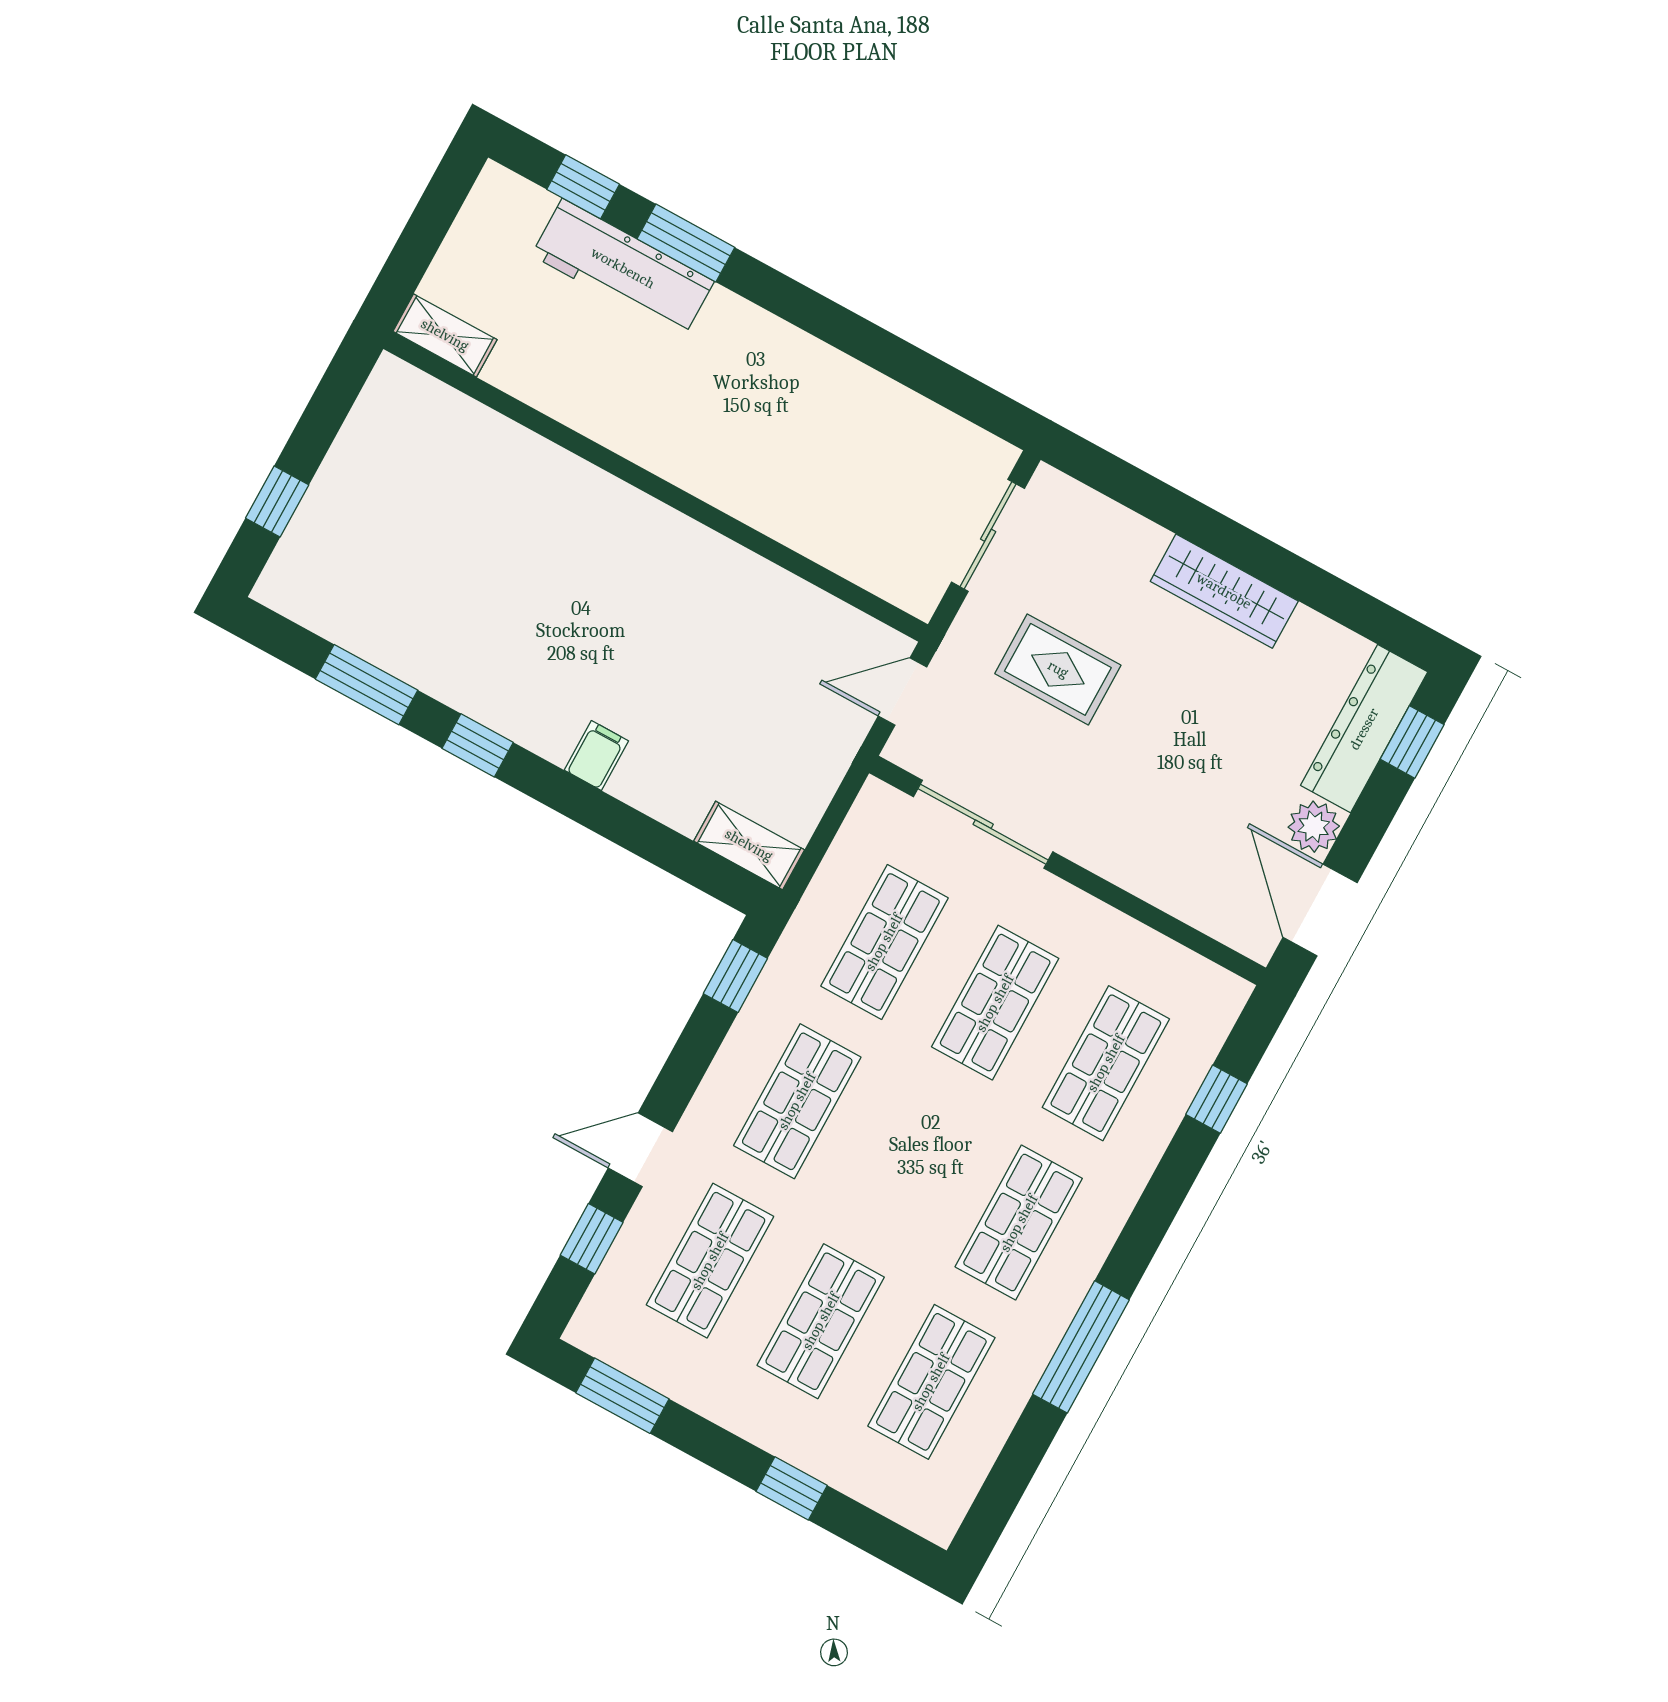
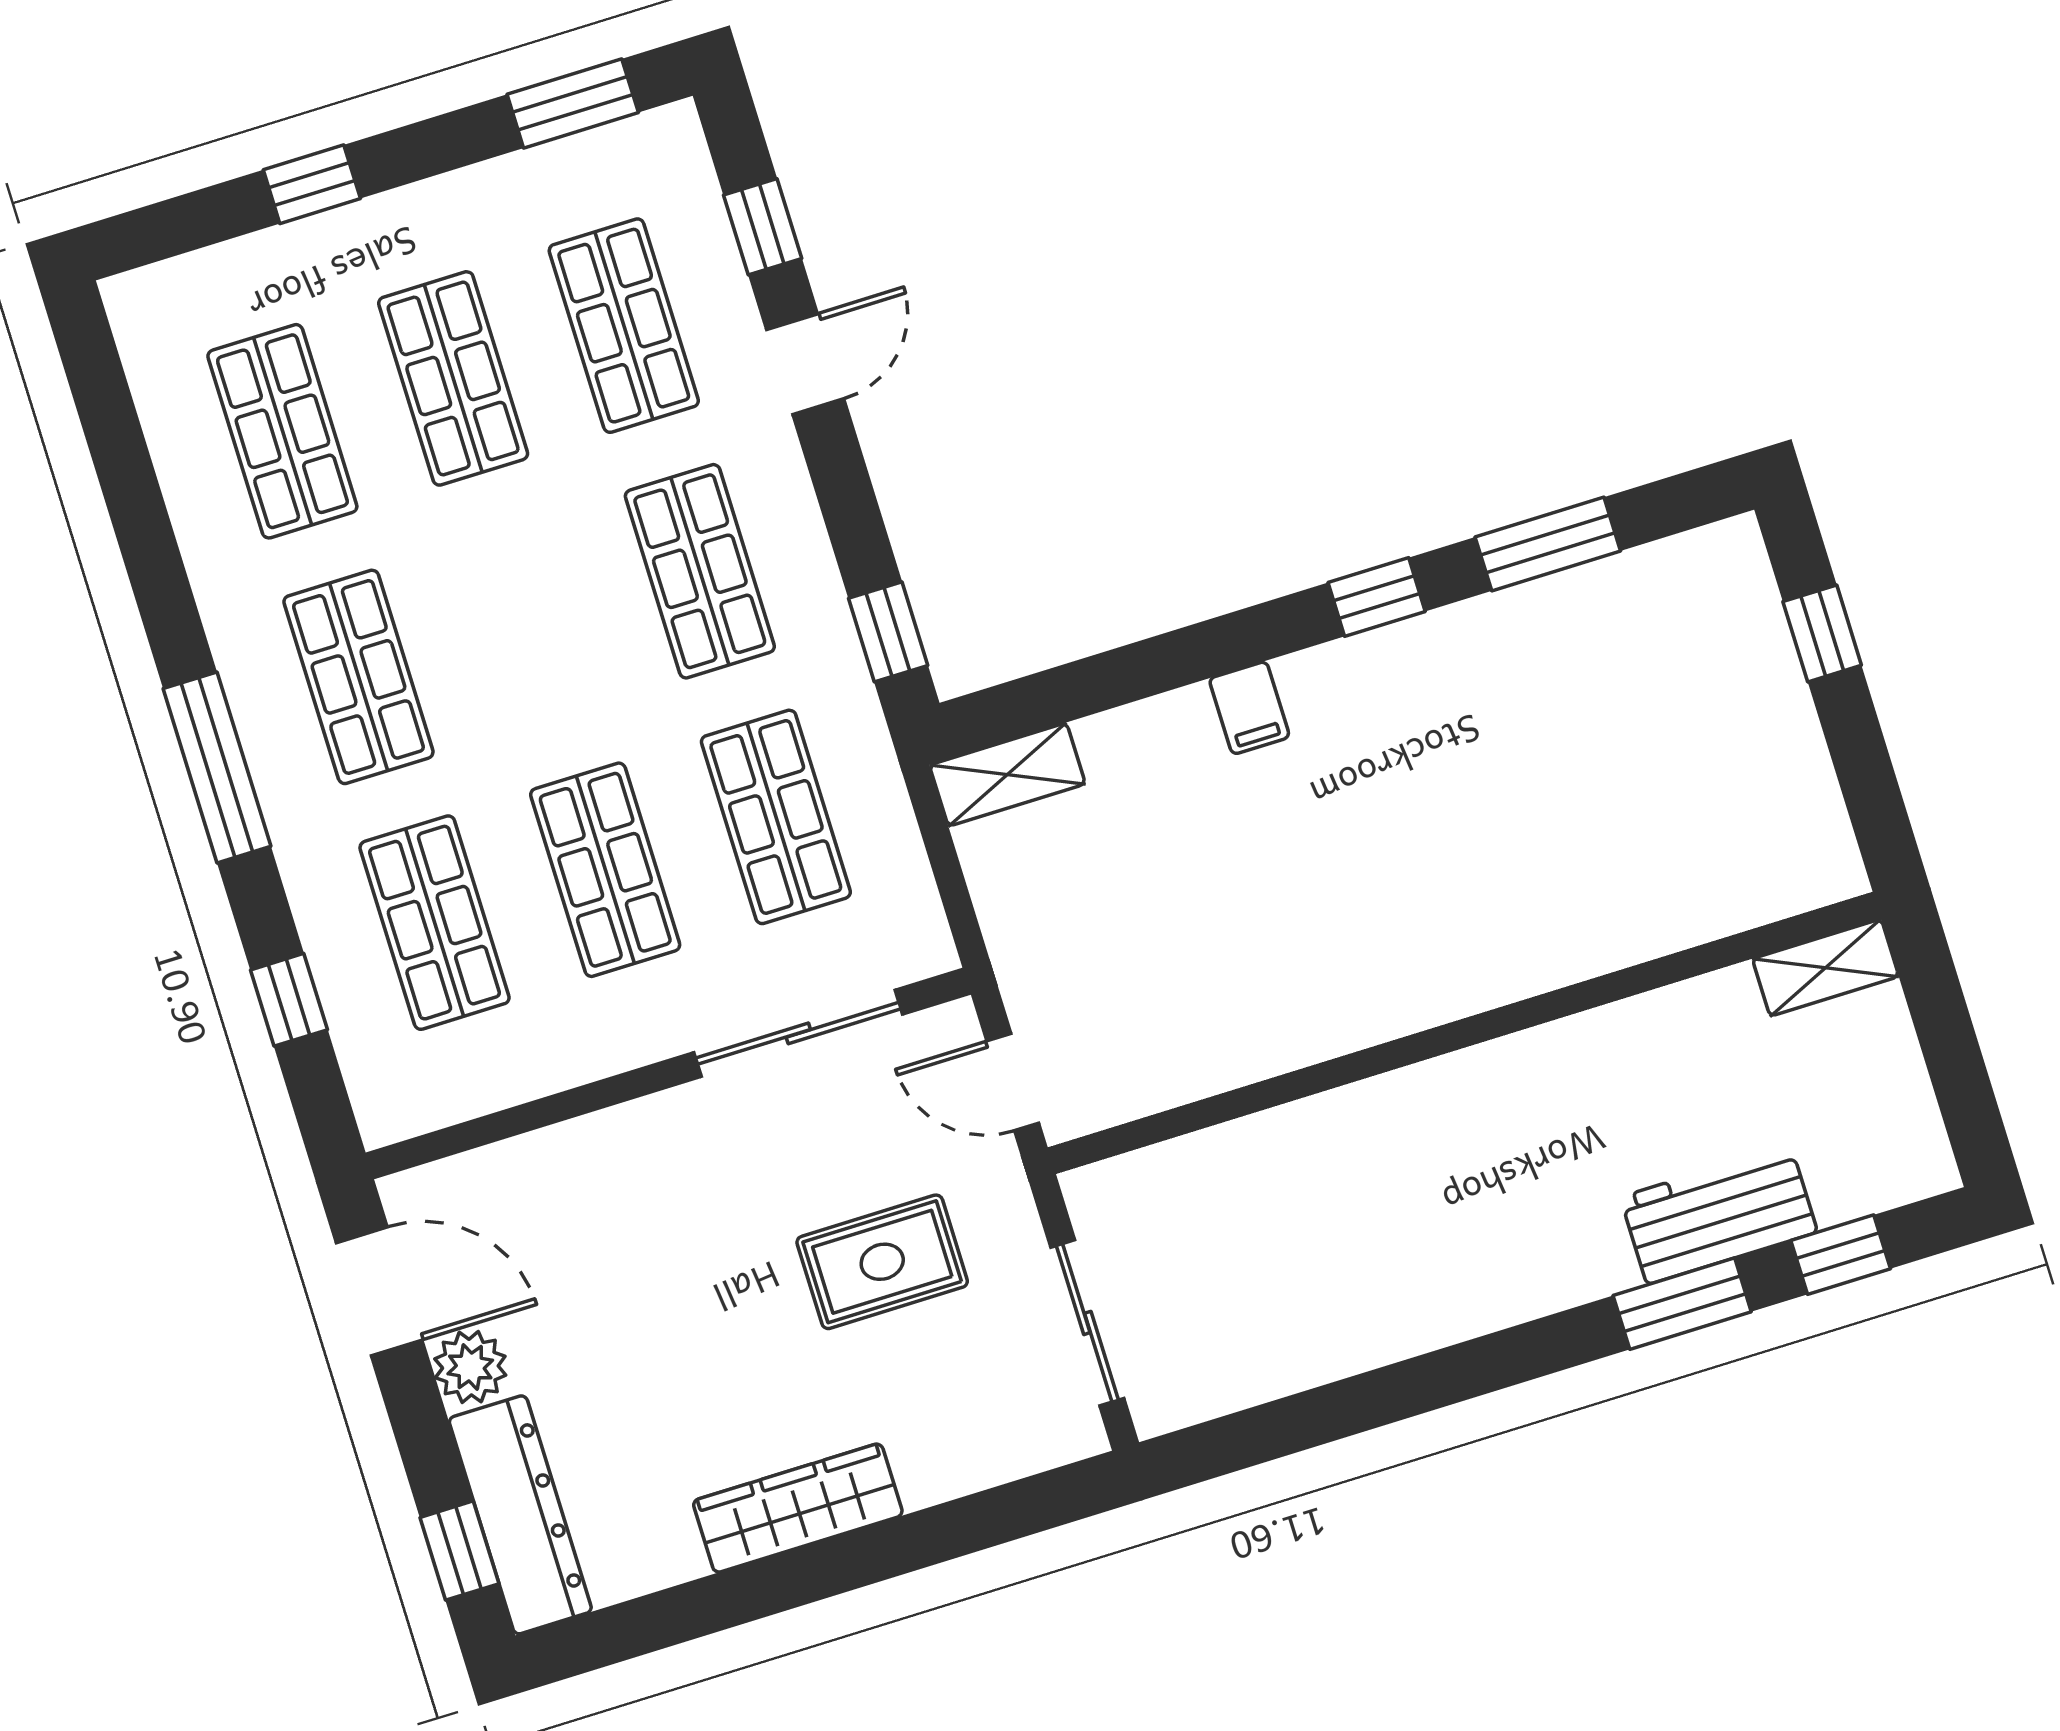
workbench: (623, 268) -> (1719, 1215), width x0.73
door: (903, 692) -> (1013, 1082), swing flipped
window: (1081, 1347) -> (217, 767), moved

